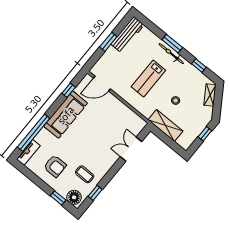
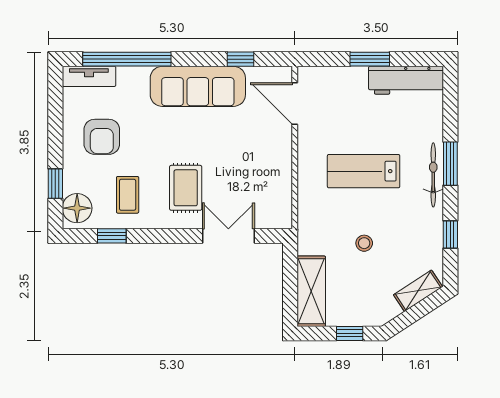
shelving: (165, 125) -> (311, 291), moved
rug: (100, 150) -> (186, 188), added

